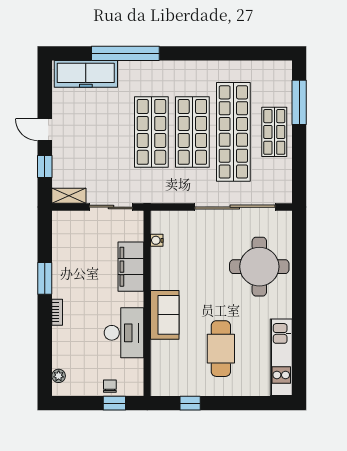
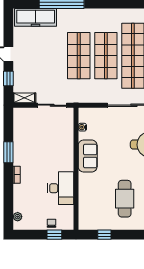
filing cabinet: (131, 267) -> (65, 145), removed
sofa: (165, 315) -> (88, 156), moved

